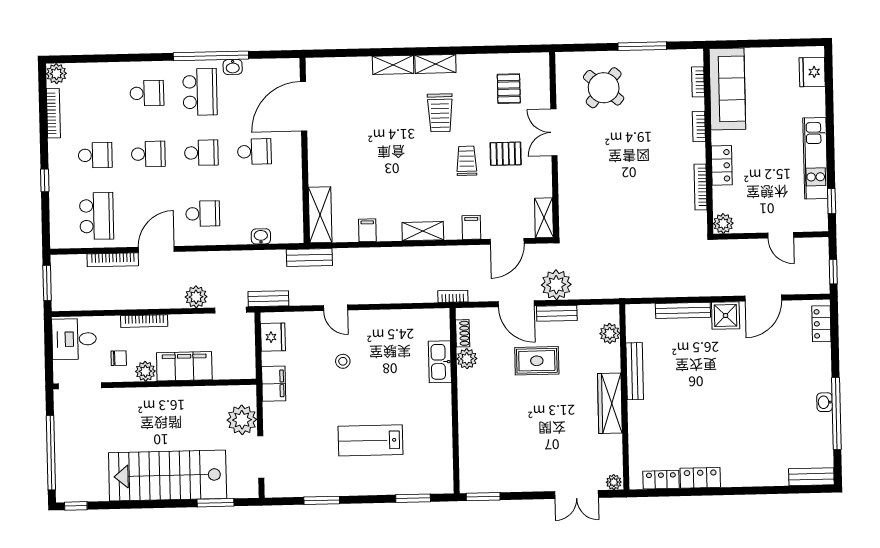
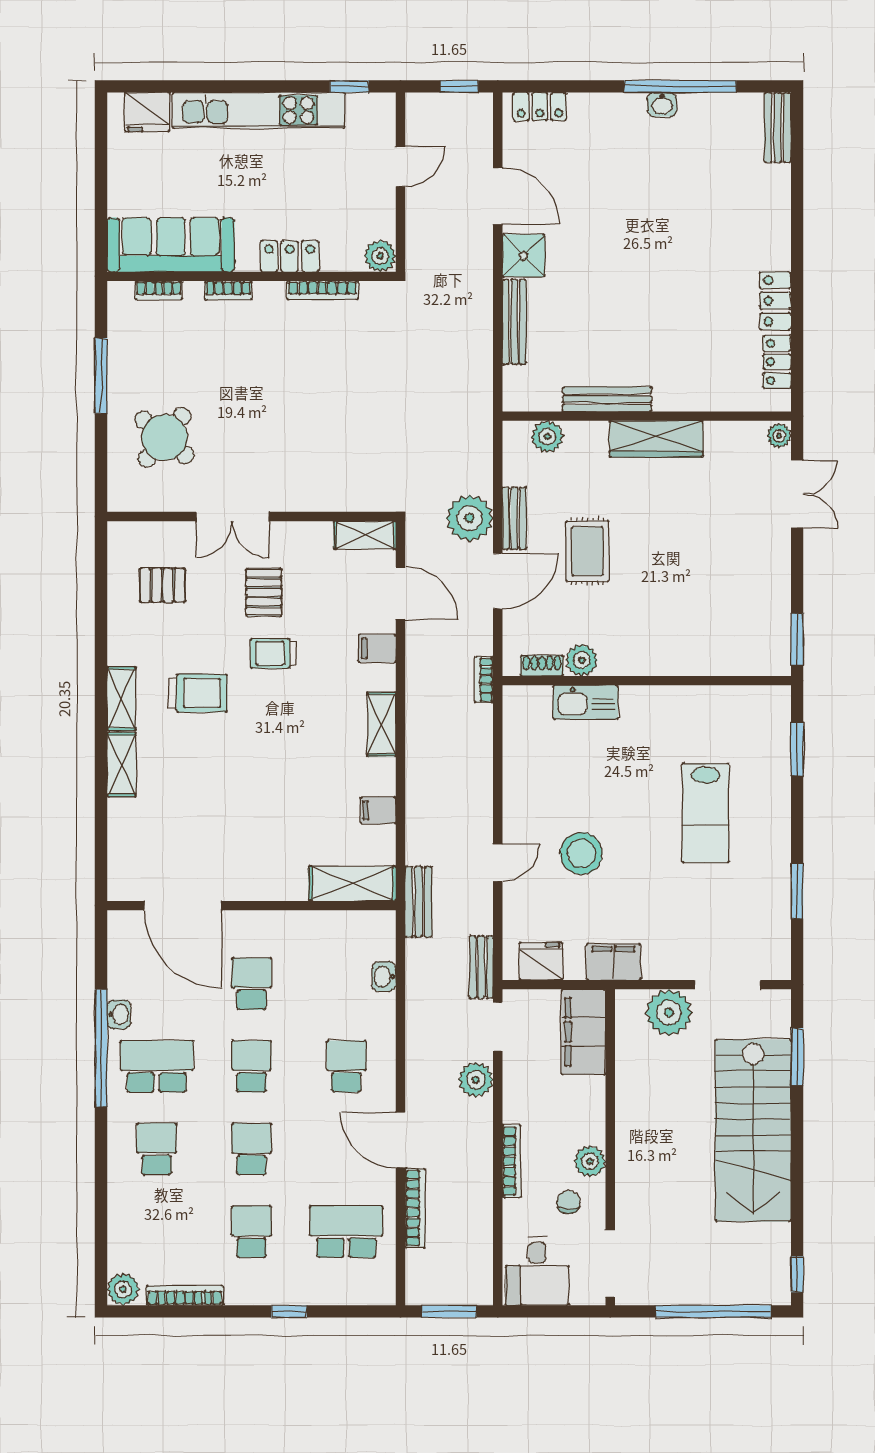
kitchen unit: (815, 158) -> (259, 110), width x1.36
stool: (343, 361) -> (581, 853), width x1.89, depth x1.89
filing cabinet: (184, 366) -> (583, 1032), moved

